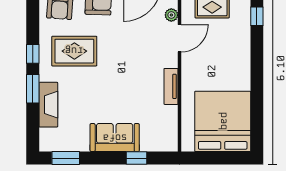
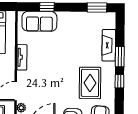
rug: (74, 51) -> (90, 83), turned 90
sofa: (115, 138) -> (39, 21), moved

